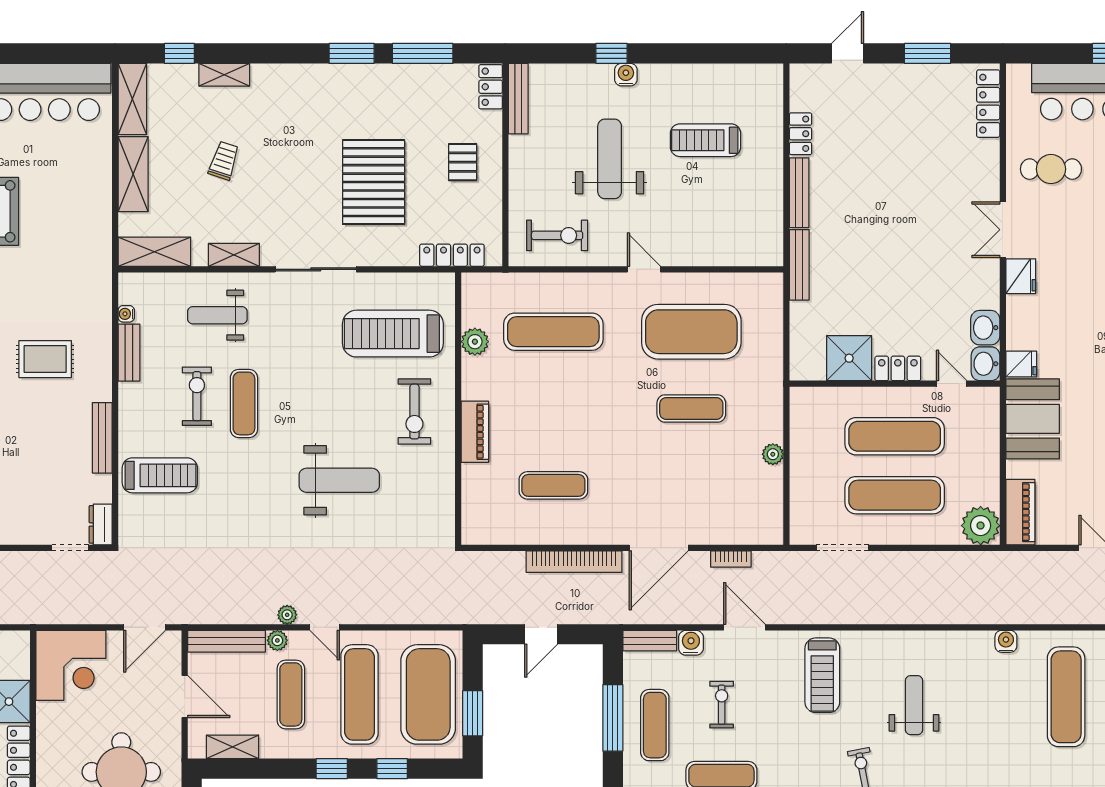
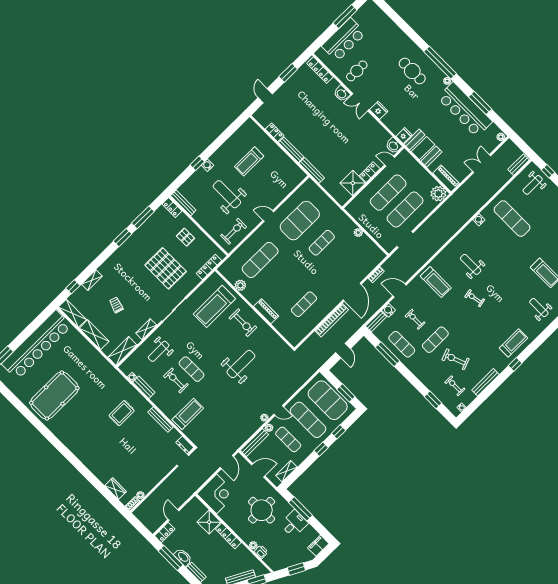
washbasin: (985, 328) -> (342, 94), moved

